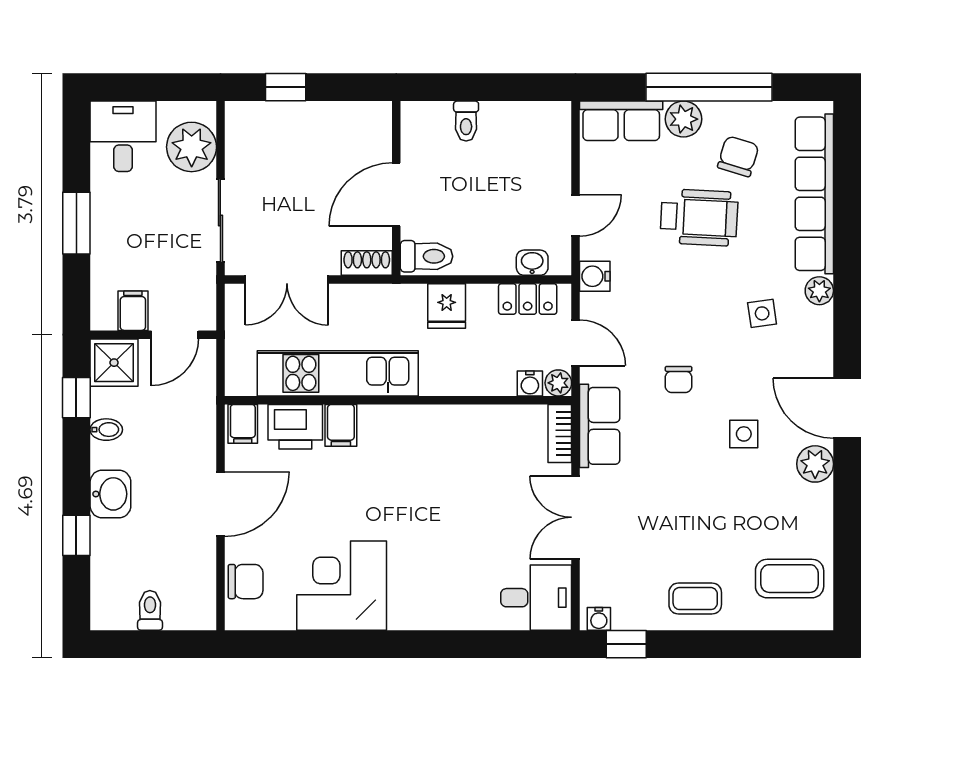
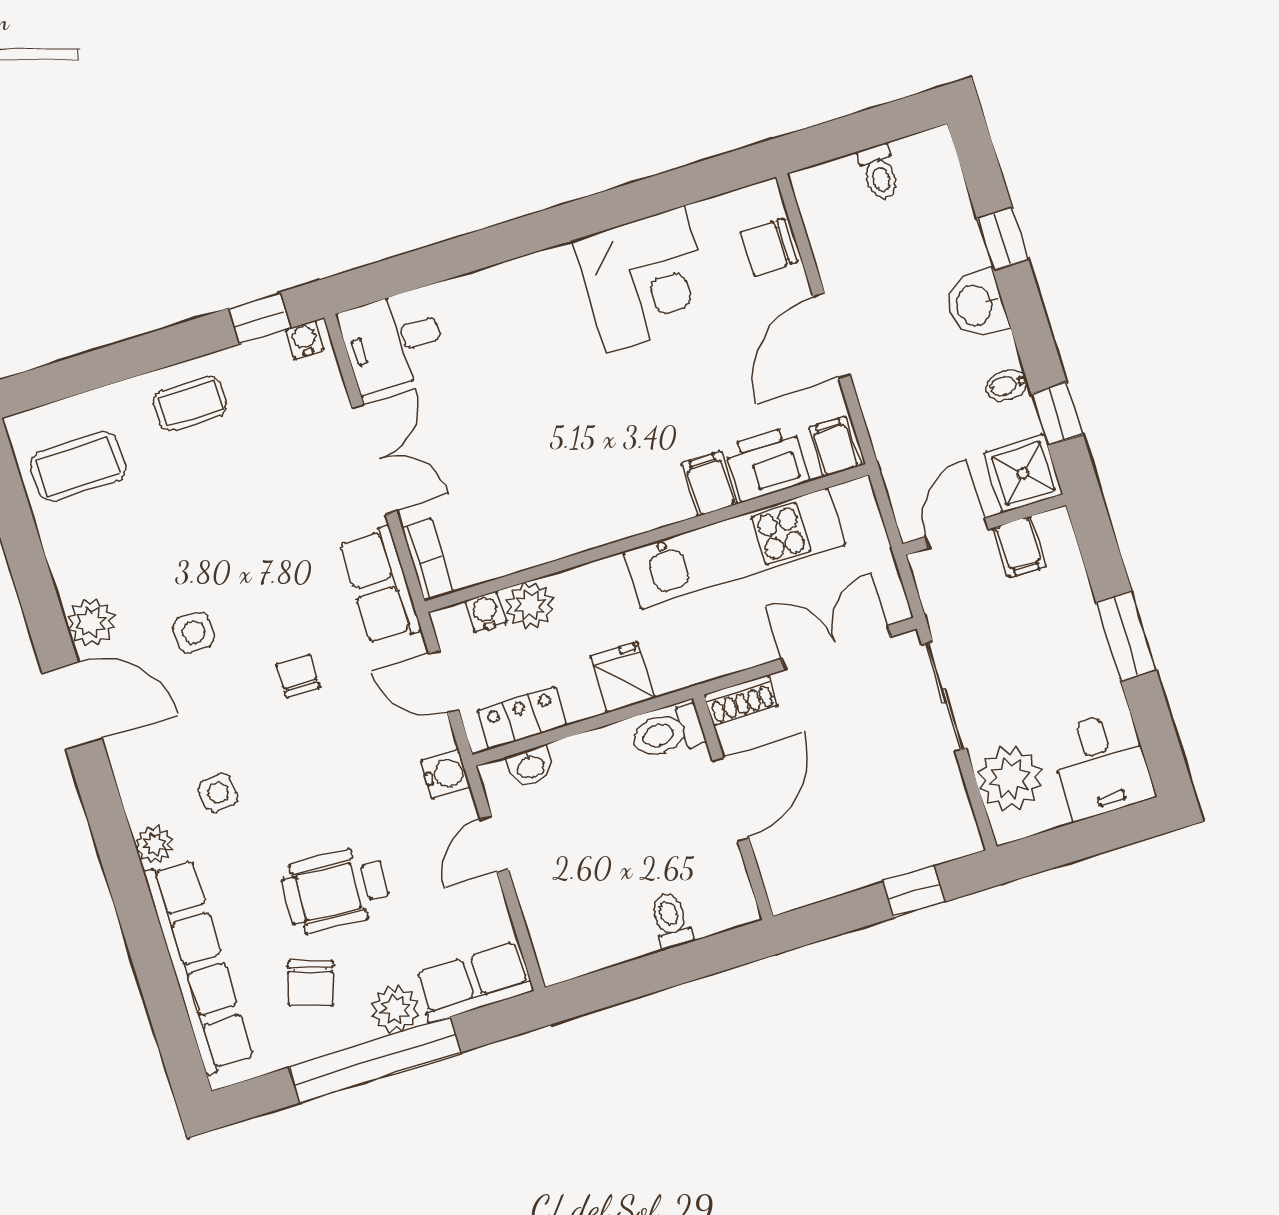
plant: (558, 383) -> (530, 606), moved, width x1.38, depth x1.38

